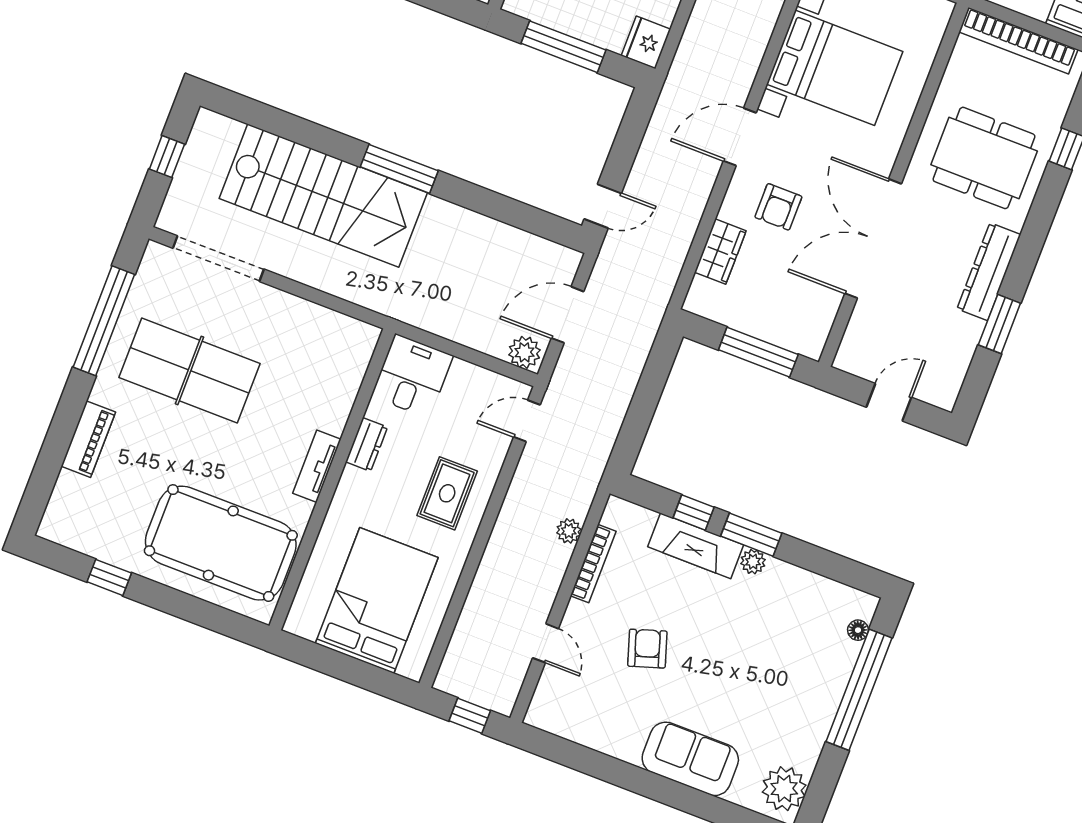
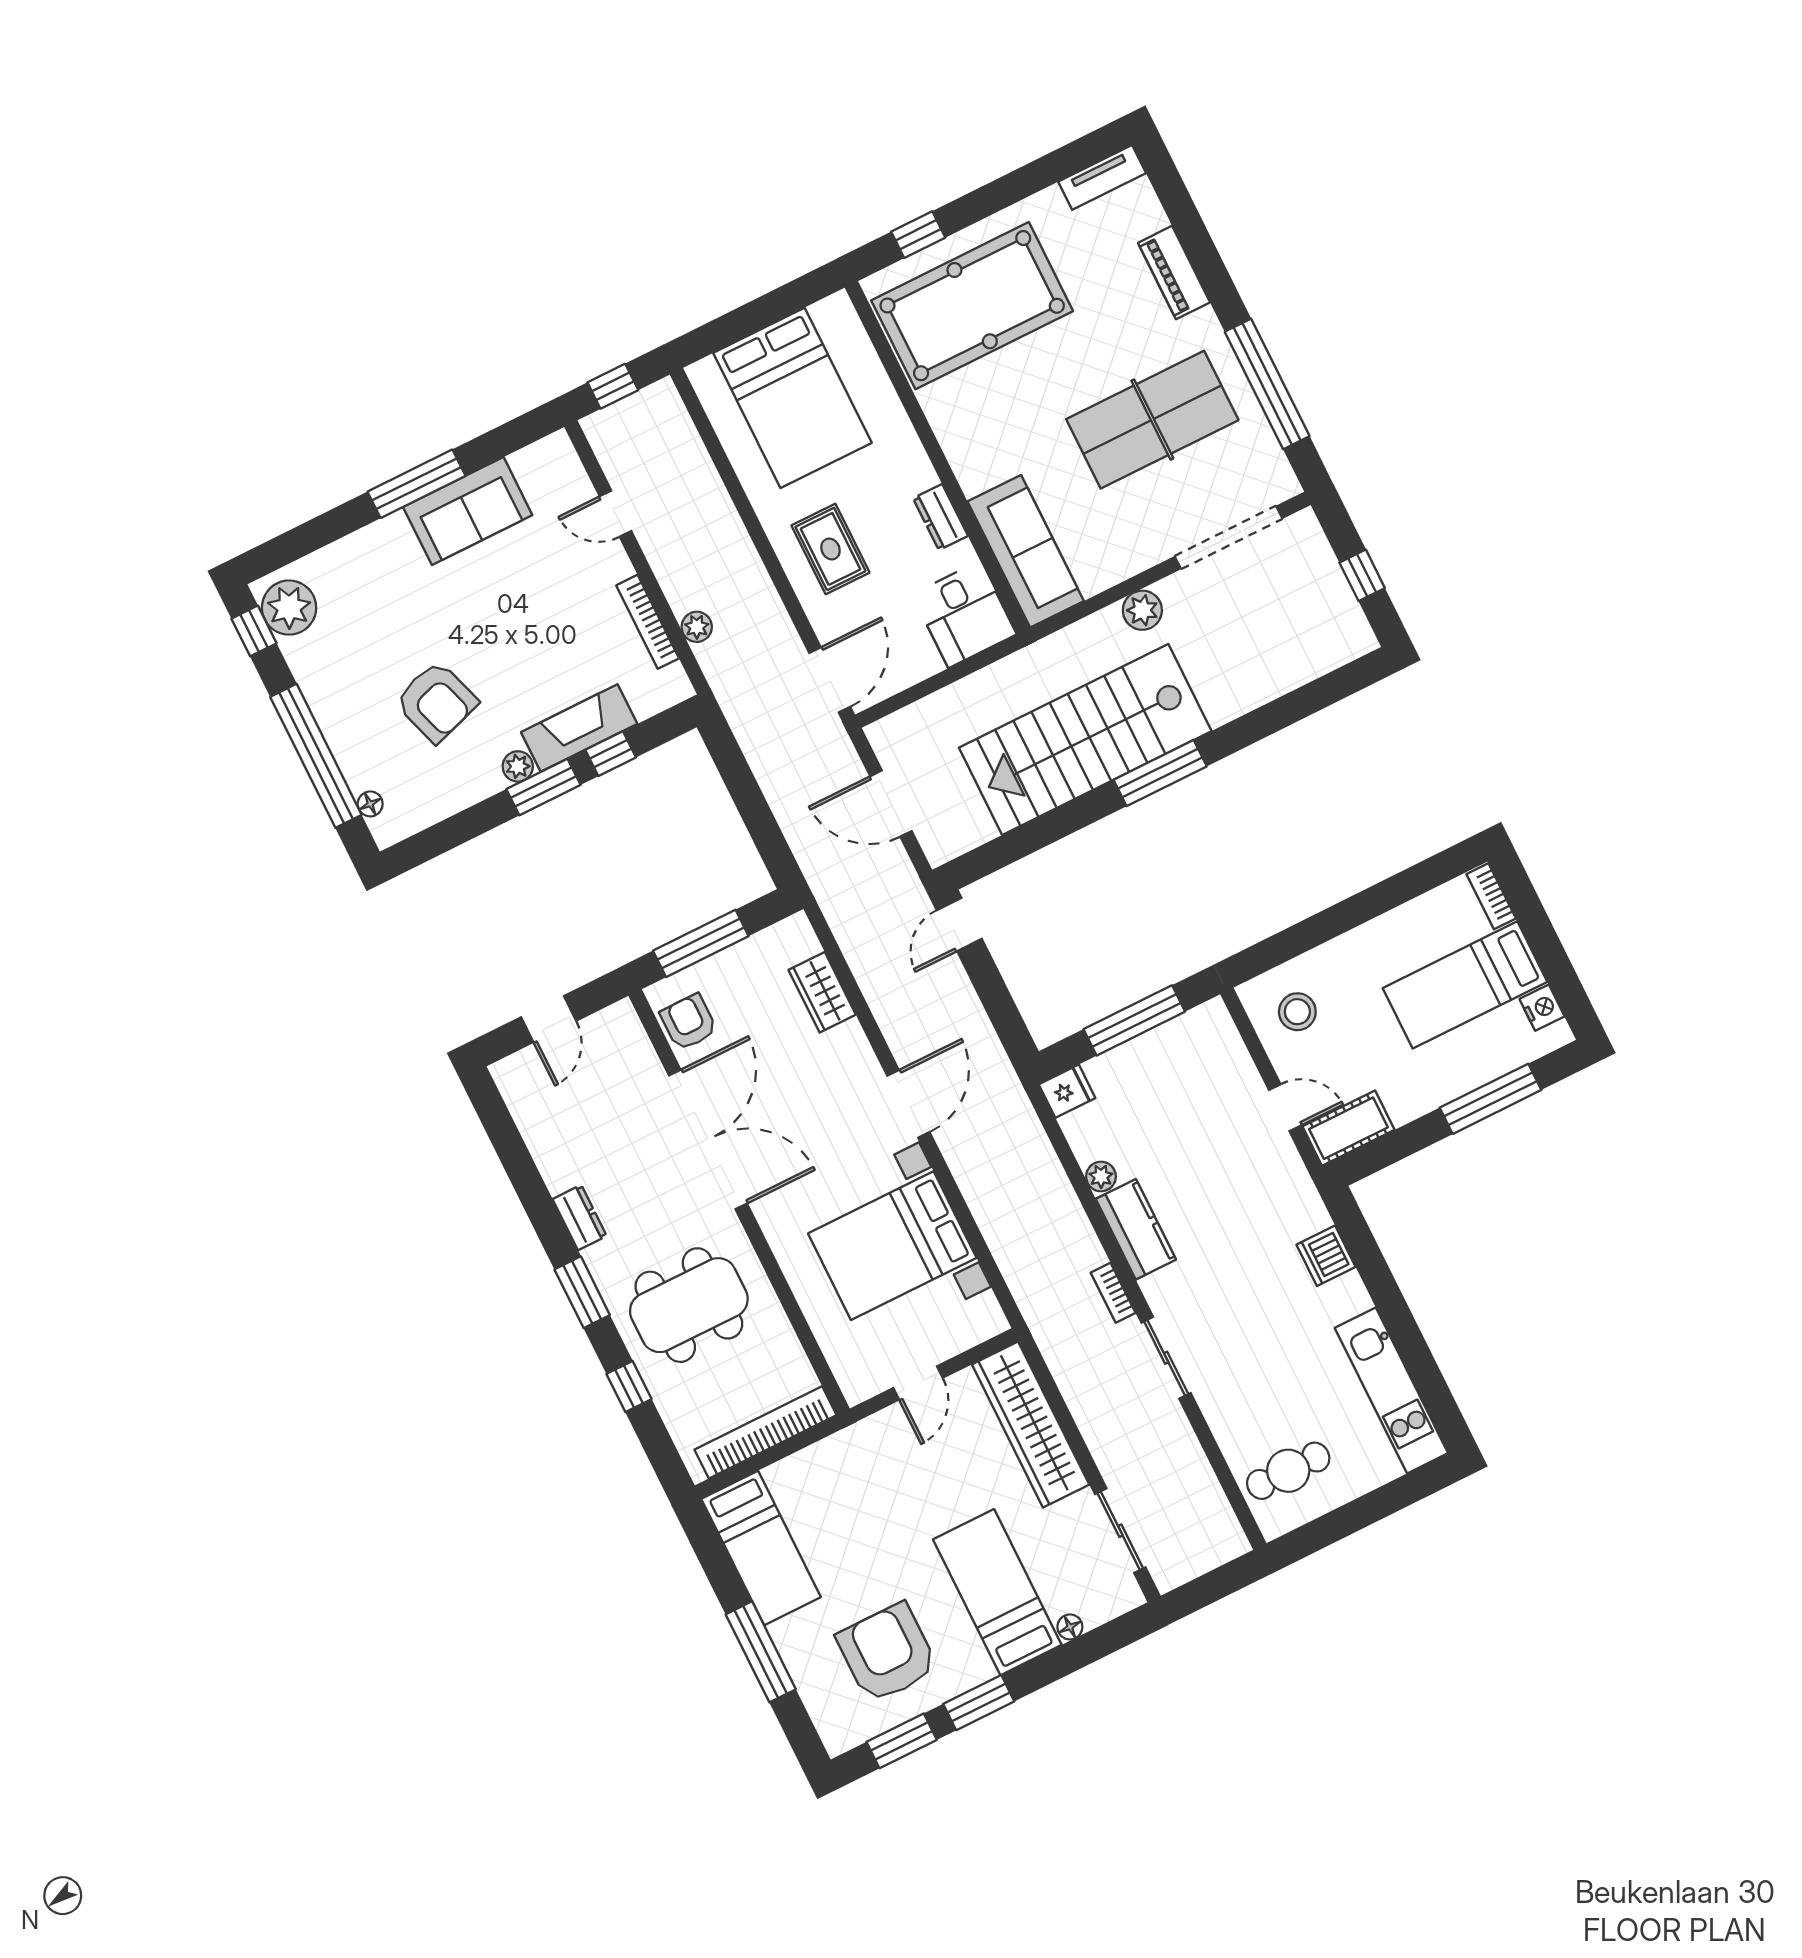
fridge: (646, 42) -> (1067, 1091), width x0.72
stairs: (323, 196) -> (1085, 739), moved
armchair: (778, 207) -> (689, 1022), moved
dresser: (989, 272) -> (580, 1218), width x0.51, depth x0.80
door: (568, 315) -> (891, 804), swing flipped
window: (999, 324) -> (582, 1292), moved
plant: (524, 352) -> (1142, 610), moved
sofa: (340, 374) -> (1026, 551), added
door: (527, 421) -> (830, 680), width x1.38
tv unit: (317, 466) -> (1102, 177), moved, turned 90
window: (109, 577) -> (918, 235), moved
armchair: (647, 649) -> (436, 702), moved, width x1.38, depth x1.38
sofa: (690, 759) -> (468, 511), moved
window: (638, 780) -> (416, 484), added
window: (818, 797) -> (254, 631), added

